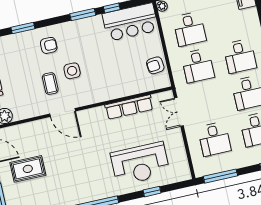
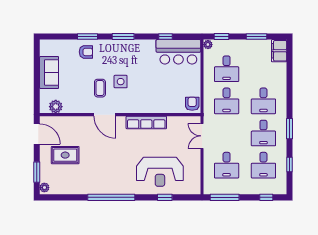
window: (83, 14) -> (123, 37), moved
armchair: (49, 45) -> (86, 52), moved
armchair: (155, 65) -> (192, 104), moved, turned 96
row of seats: (129, 107) -> (146, 123), moved

